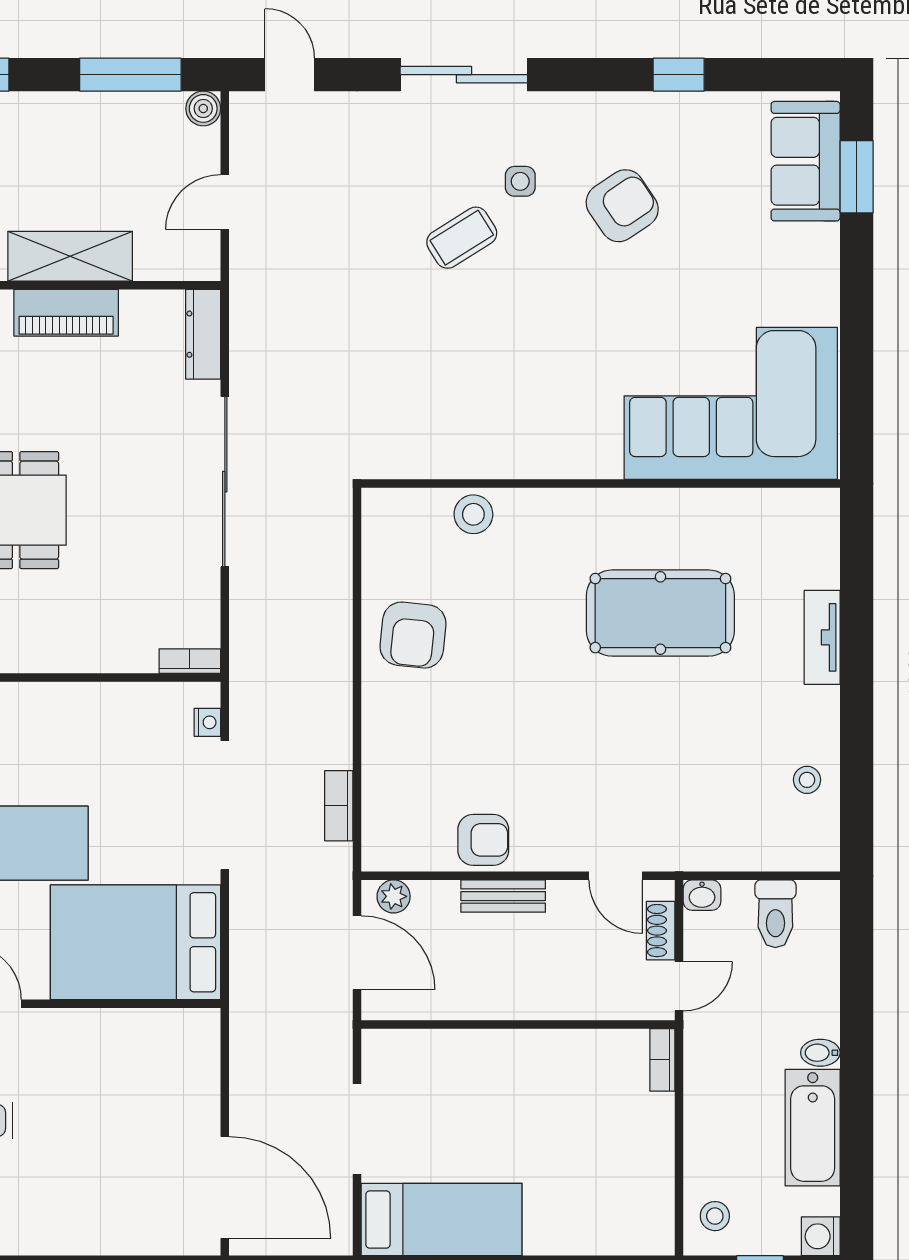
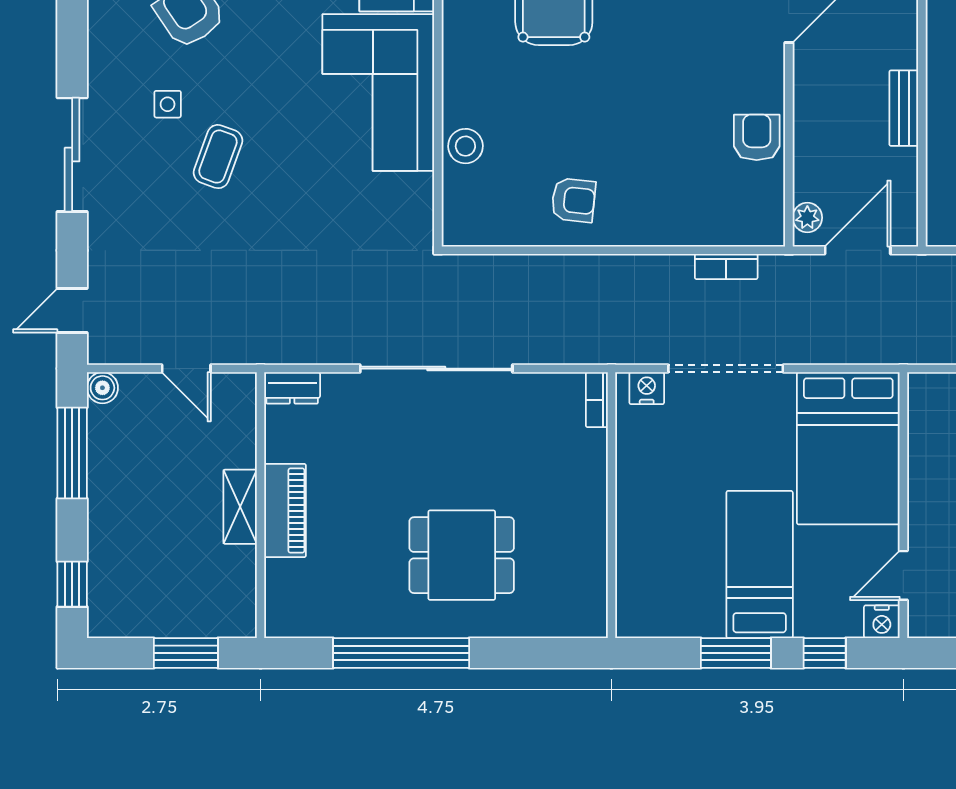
coffee table: (462, 238) -> (218, 157), turned 52
shelving: (70, 256) -> (240, 507), width x0.67, depth x0.75
dresser: (203, 334) -> (292, 388), width x0.70
corner sofa: (533, 417) -> (378, 93), added
armchair: (413, 635) -> (573, 200), width x0.72, depth x0.72
nightstand: (207, 722) -> (647, 388), width x1.39, depth x1.35
bench: (503, 896) -> (904, 108), moved

